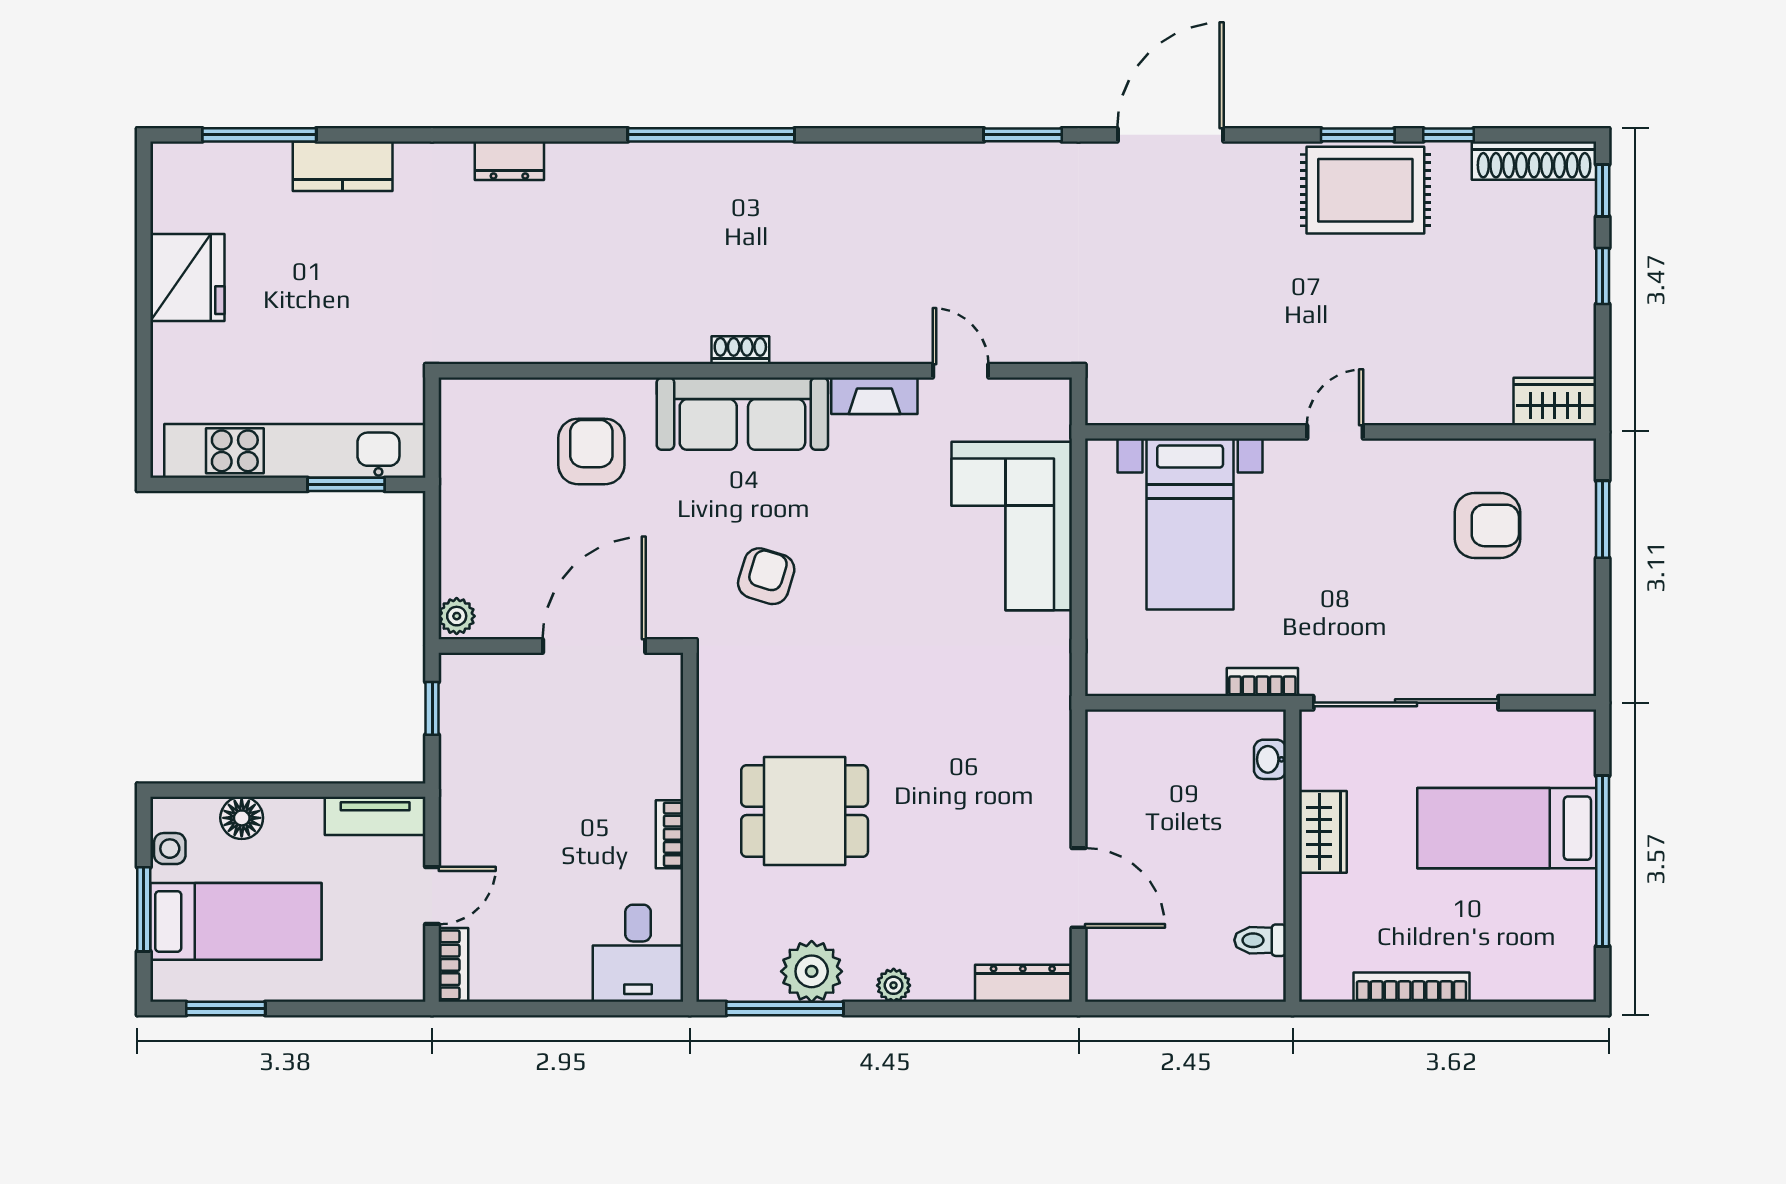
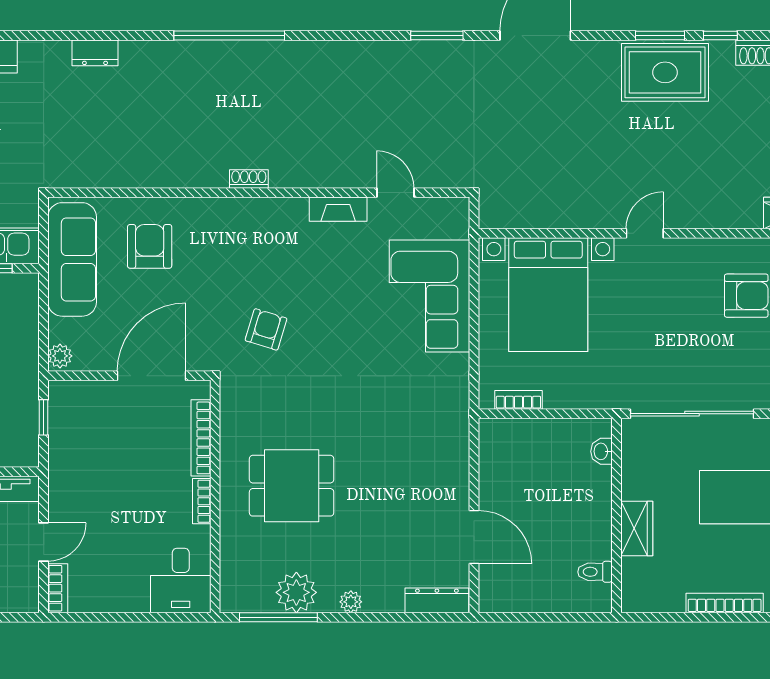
sofa: (742, 414) -> (72, 259), moved, turned -90
bed with nightstands: (1190, 524) -> (548, 295), width x1.36
bookcase: (1262, 682) -> (518, 400), moved
bookcase: (668, 739) -> (201, 438), added
wardrobe: (1323, 832) -> (637, 528), moved
bookcase: (1411, 987) -> (725, 603), moved

